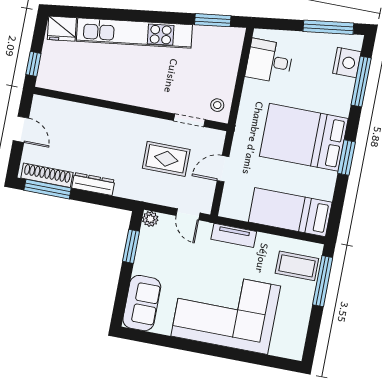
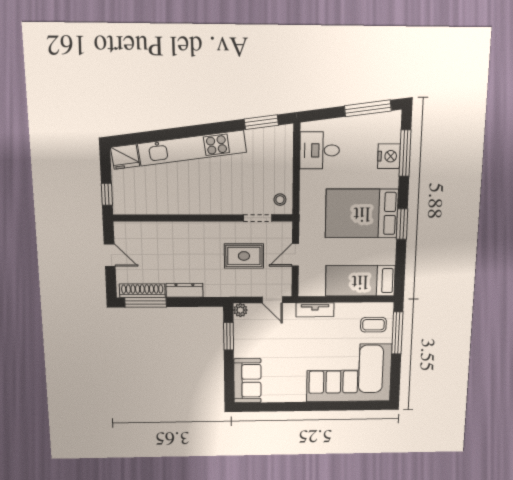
nightstand: (347, 62) -> (389, 156), moved
coffee table: (297, 266) -> (373, 325), width x0.73, depth x0.77
corner sofa: (226, 311) -> (349, 373), moved

